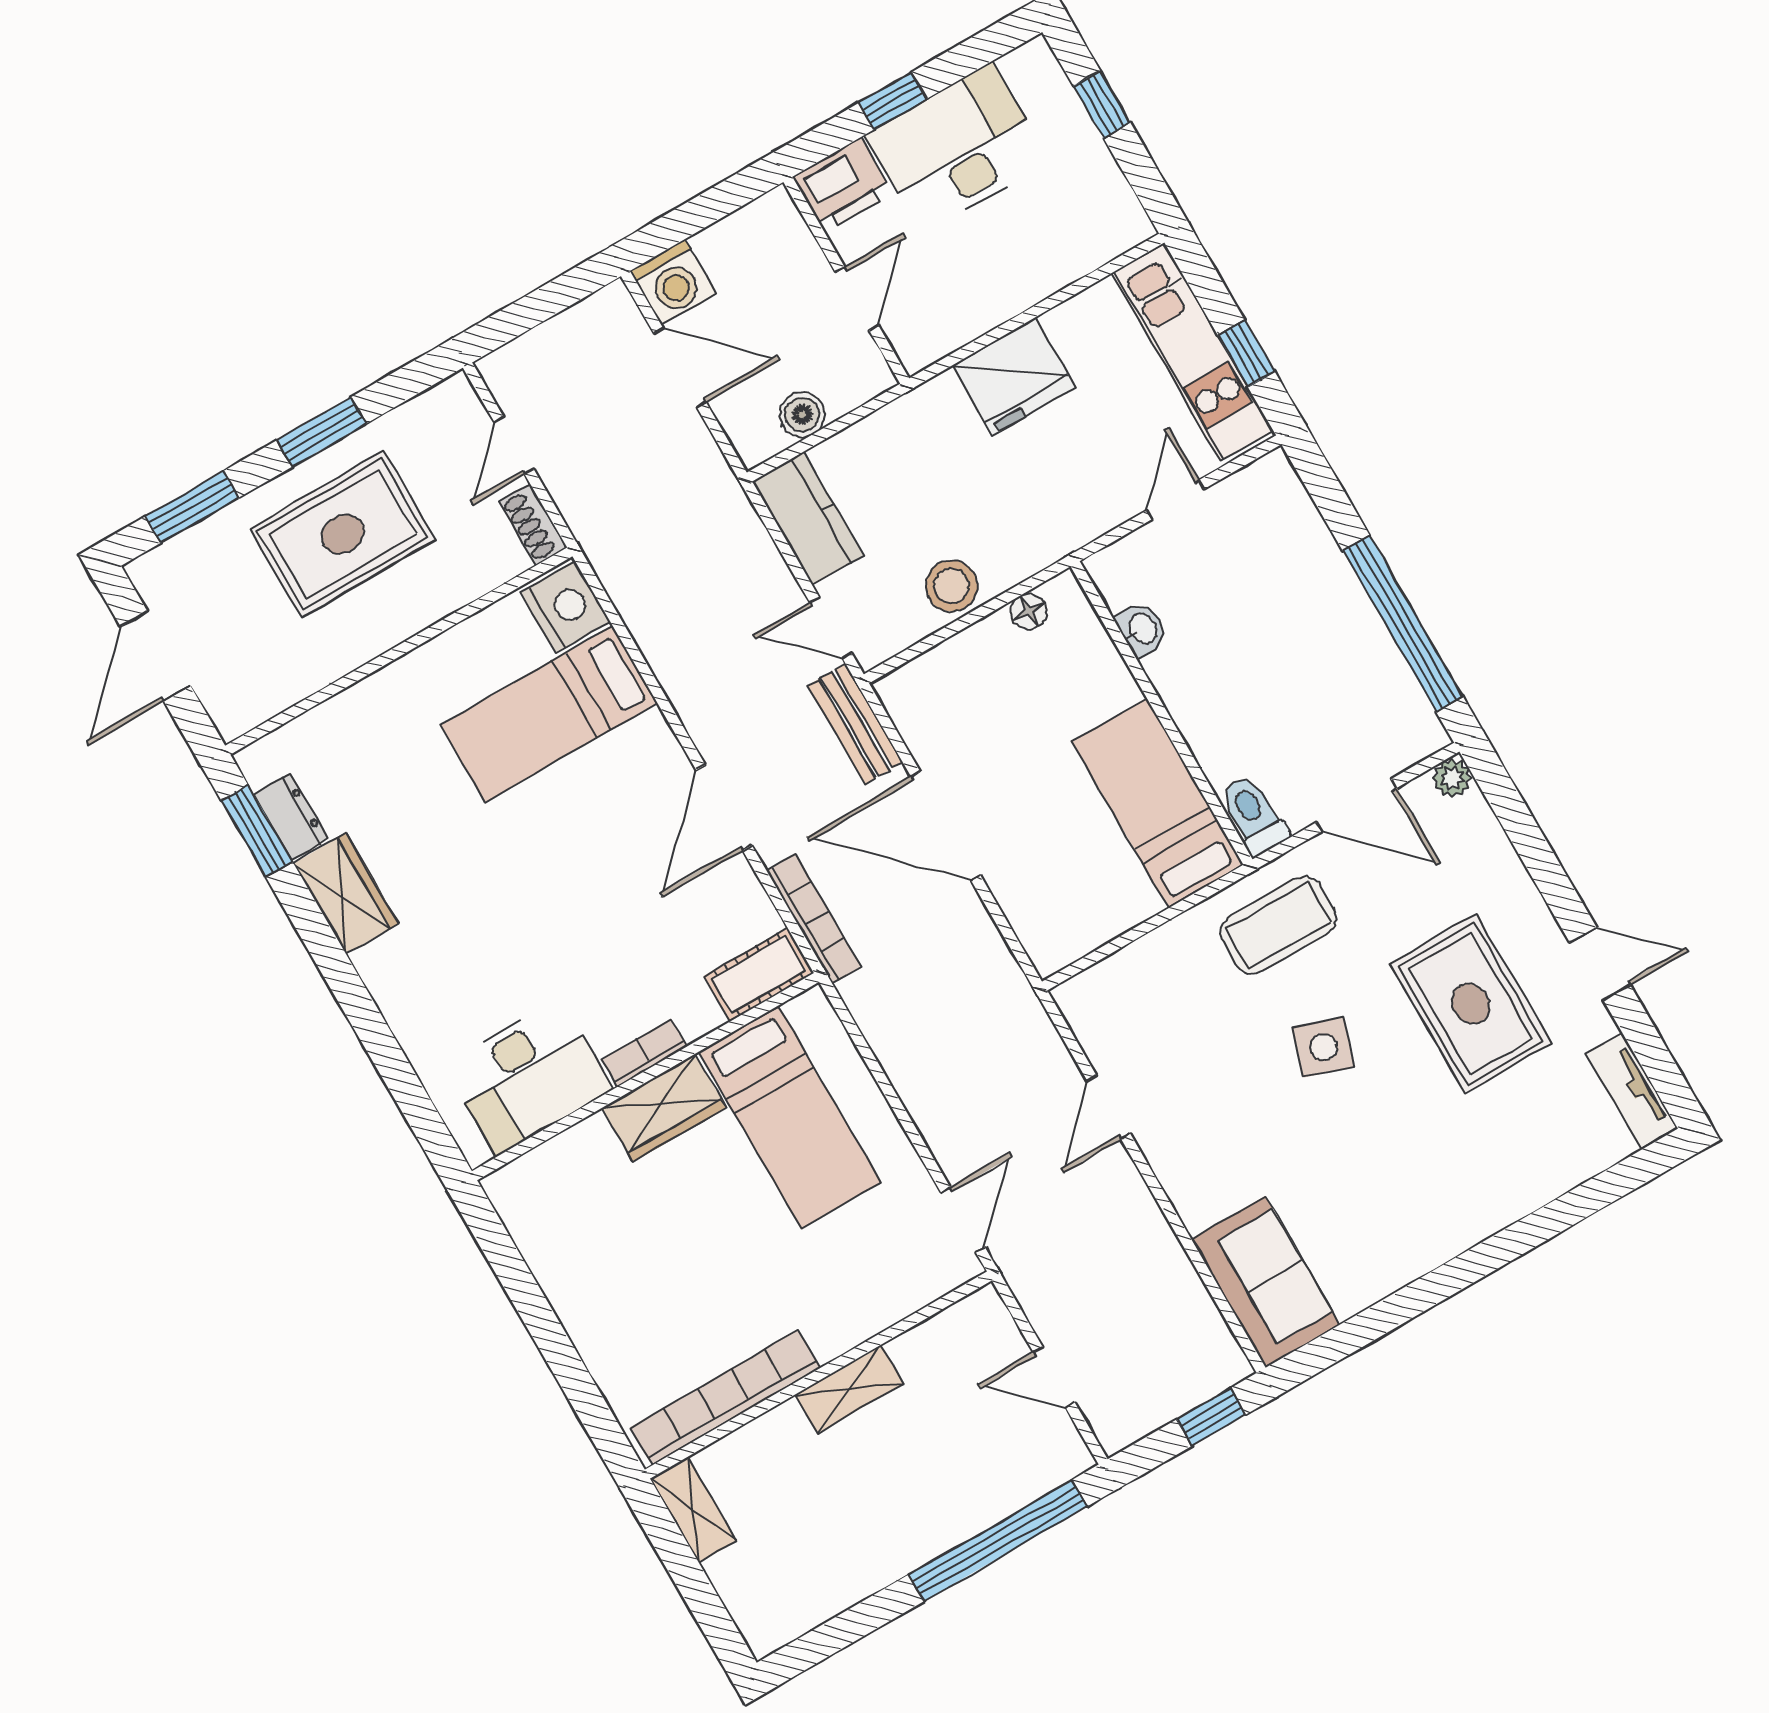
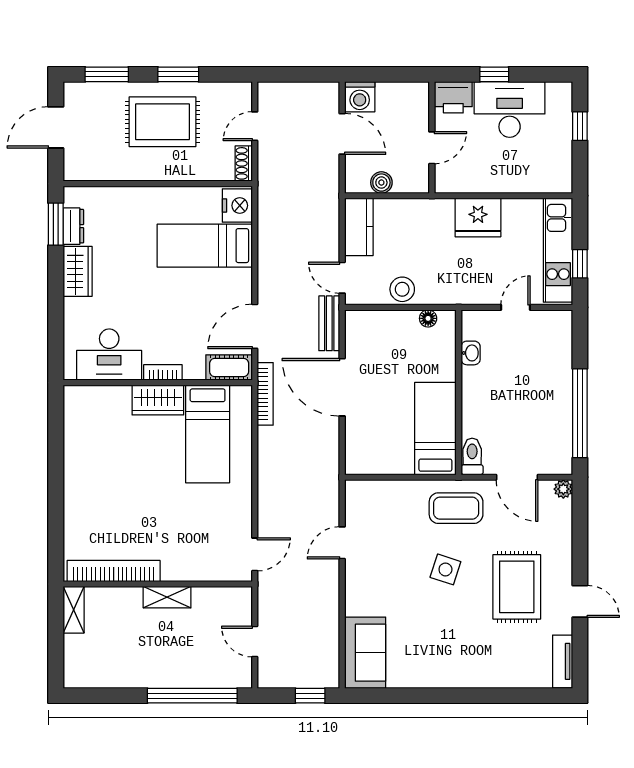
cot: (759, 975) -> (229, 367), moved
bookcase: (644, 1053) -> (163, 372), moved
desk: (528, 1077) -> (109, 355), moved
wall: (645, 1077) -> (158, 383), moved
wardrobe: (664, 1108) -> (158, 400), moved
bed: (790, 1117) -> (208, 434), moved

